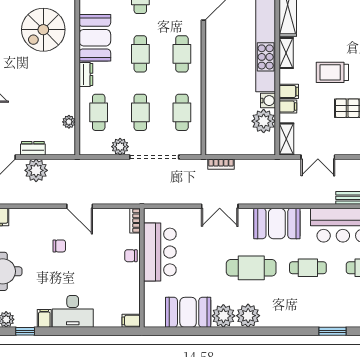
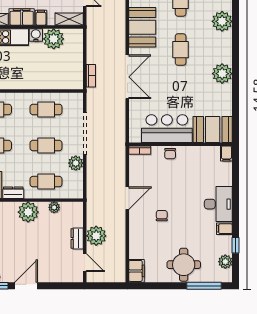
filing cabinet: (289, 91) -> (22, 17), width x2.00
plant: (63, 92) -> (28, 212), added
double door: (220, 206) -> (127, 77), width x1.37
cafe table: (251, 268) -> (181, 50), width x0.73, depth x0.74
booth: (188, 312) -> (213, 129), moved, turned 90
plant: (248, 316) -> (222, 21), moved

